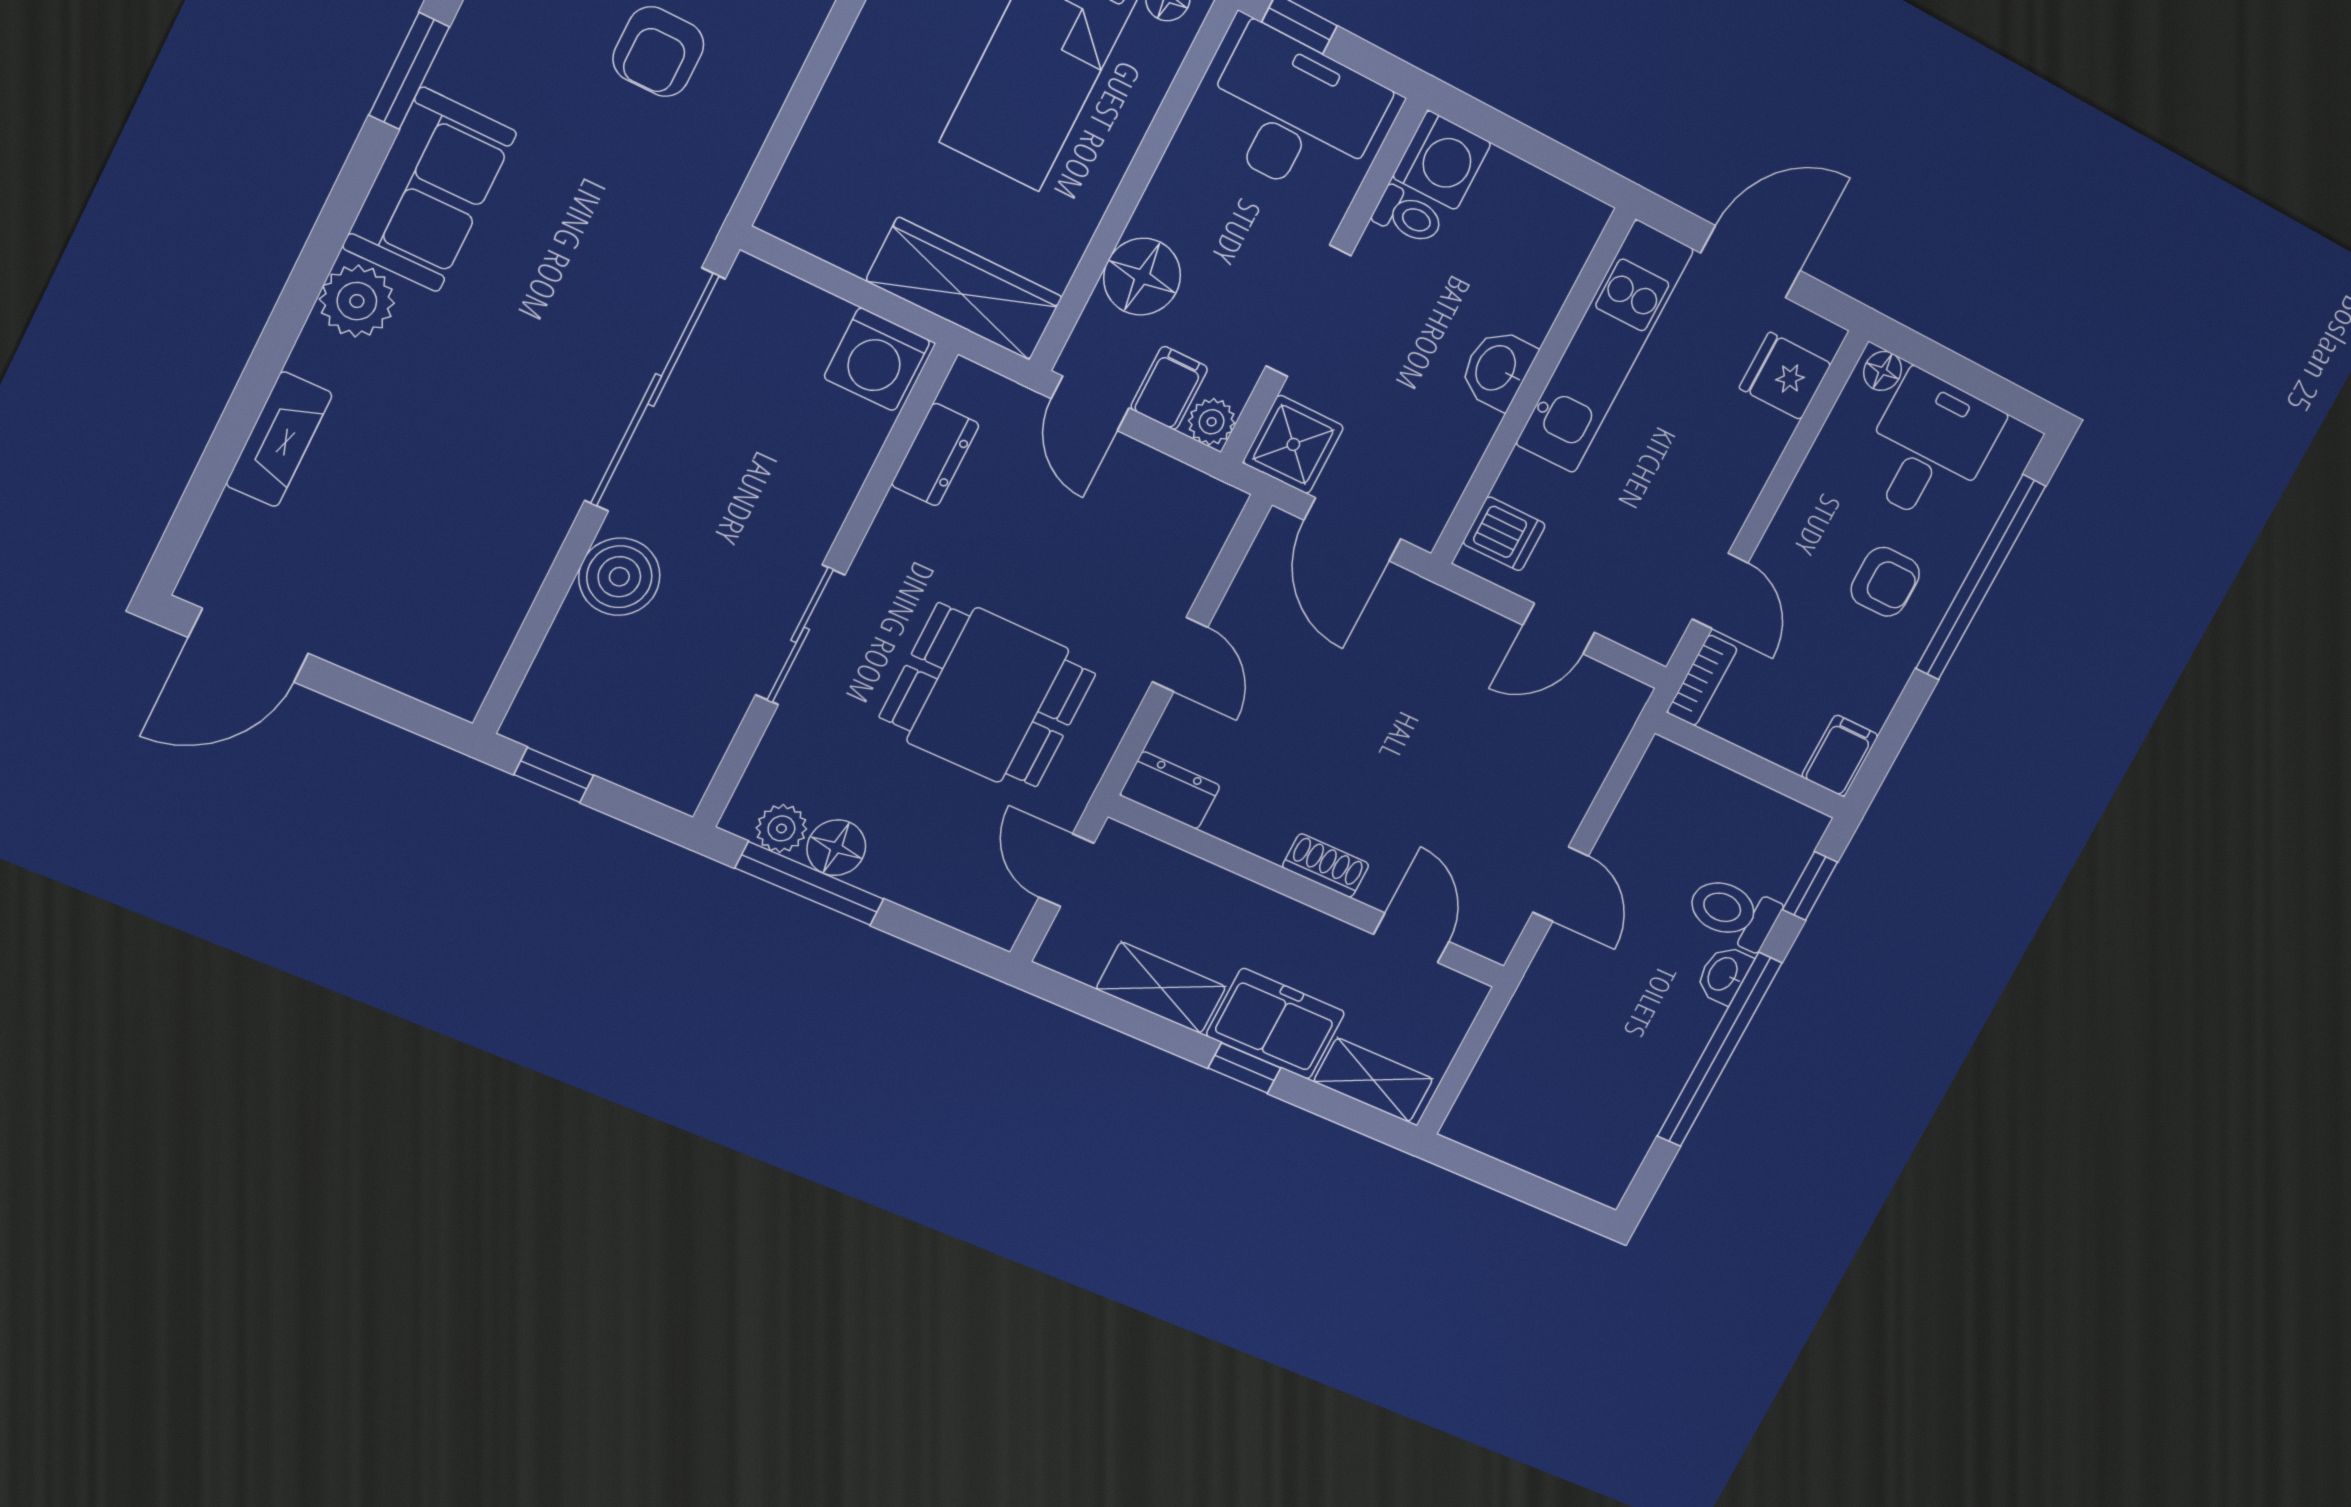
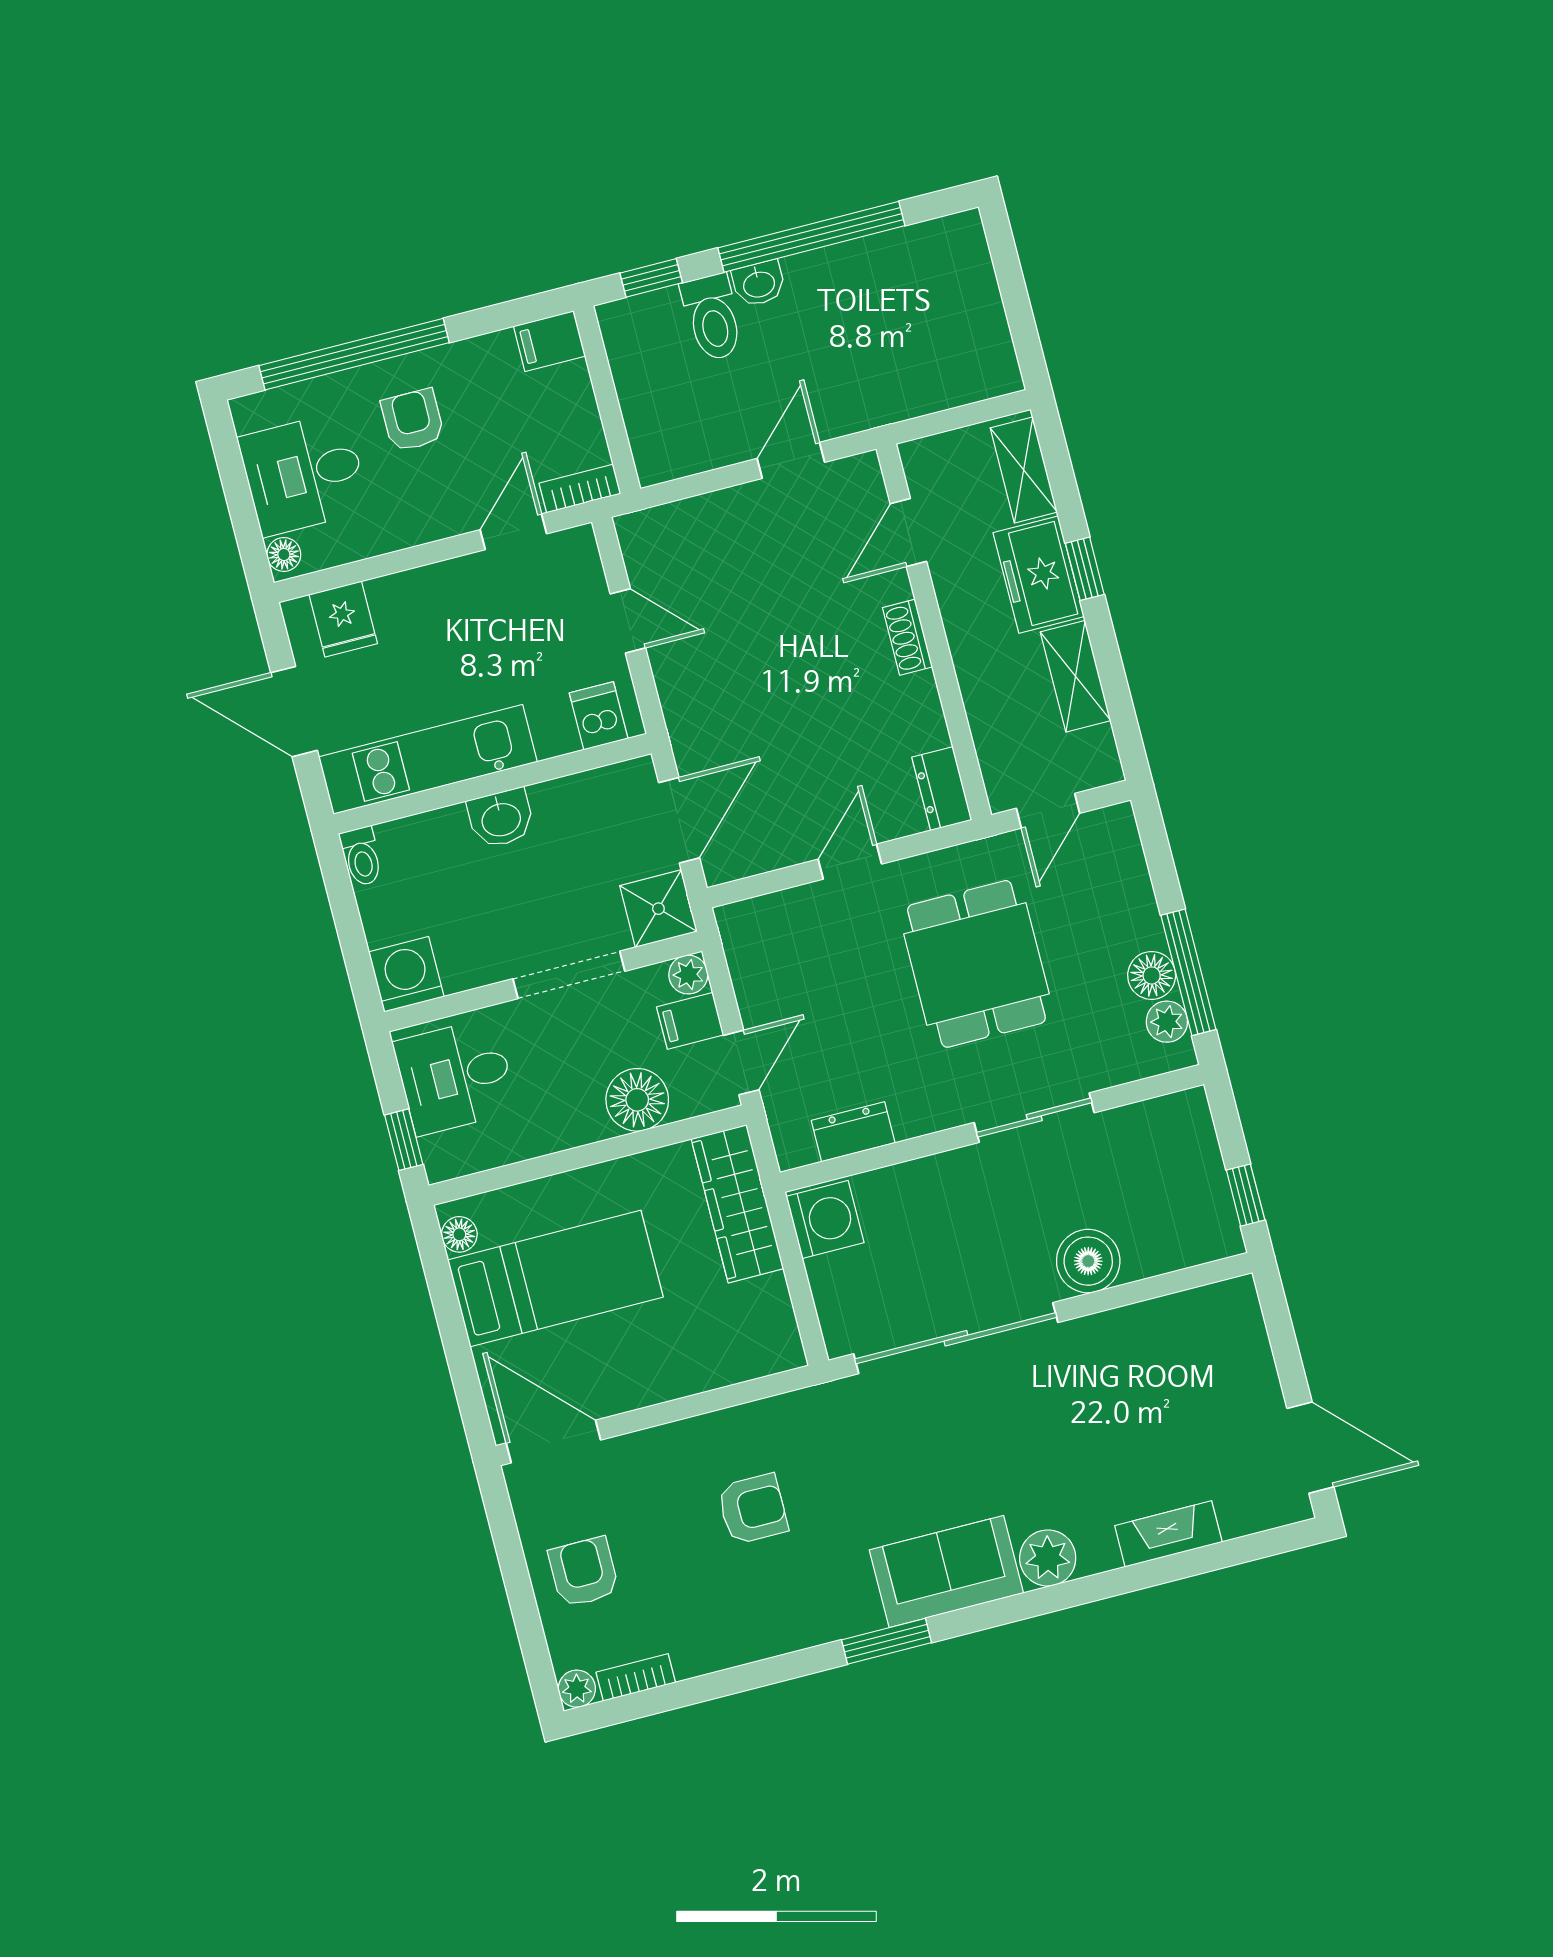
desk: (1293, 114) -> (455, 1076), width x0.73
toilet: (1408, 216) -> (362, 856), moved, turned 180

